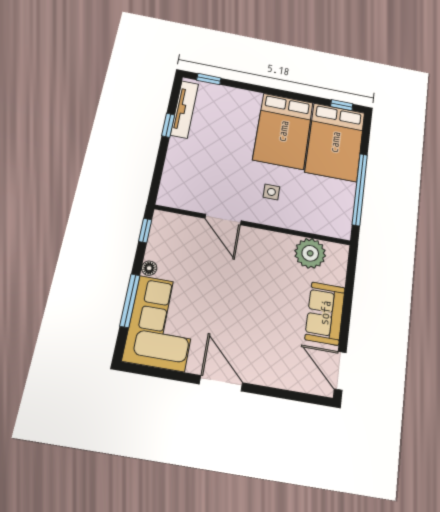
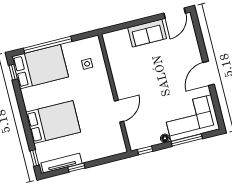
bed: (283, 131) -> (53, 122), moved
window: (360, 189) -> (48, 45), moved
side table: (271, 192) -> (87, 64), moved
plant: (310, 253) -> (116, 55), removed

